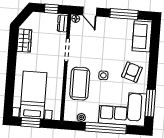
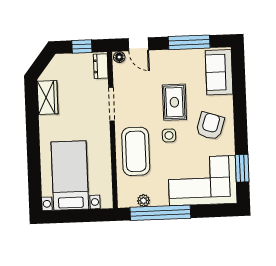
rug: (110, 53) -> (174, 102), added
window: (150, 103) -> (242, 168), width x0.69
window: (31, 122) -> (70, 216), removed
window: (106, 128) -> (160, 213), moved

